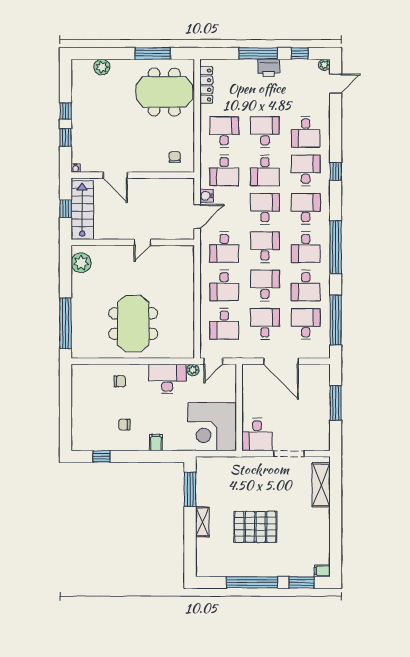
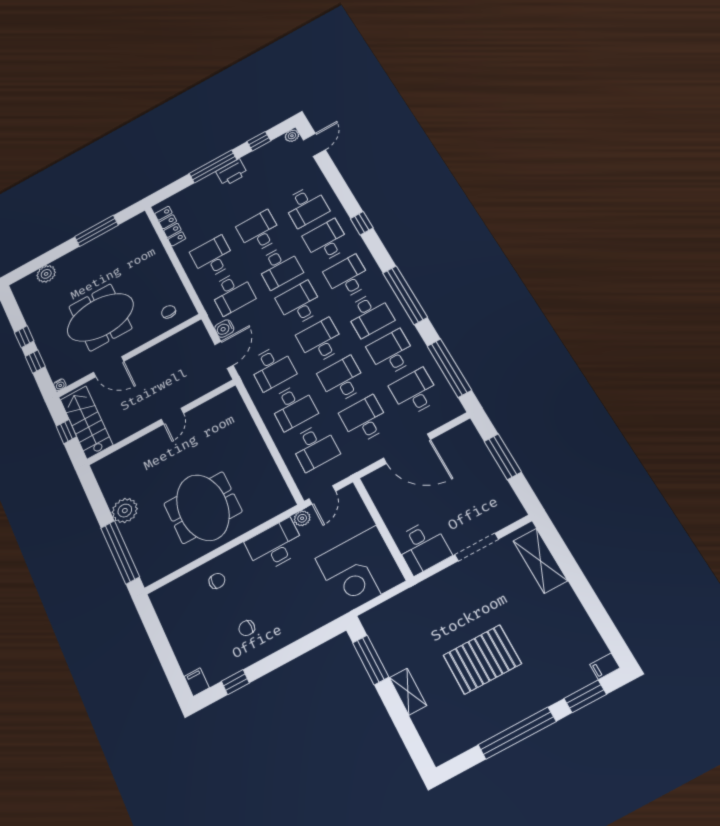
meeting table: (164, 92) -> (100, 317), moved
plant: (81, 263) -> (125, 511), moved
desk: (306, 286) -> (392, 353), turned 180
filing cabinet: (156, 443) -> (197, 682), moved

